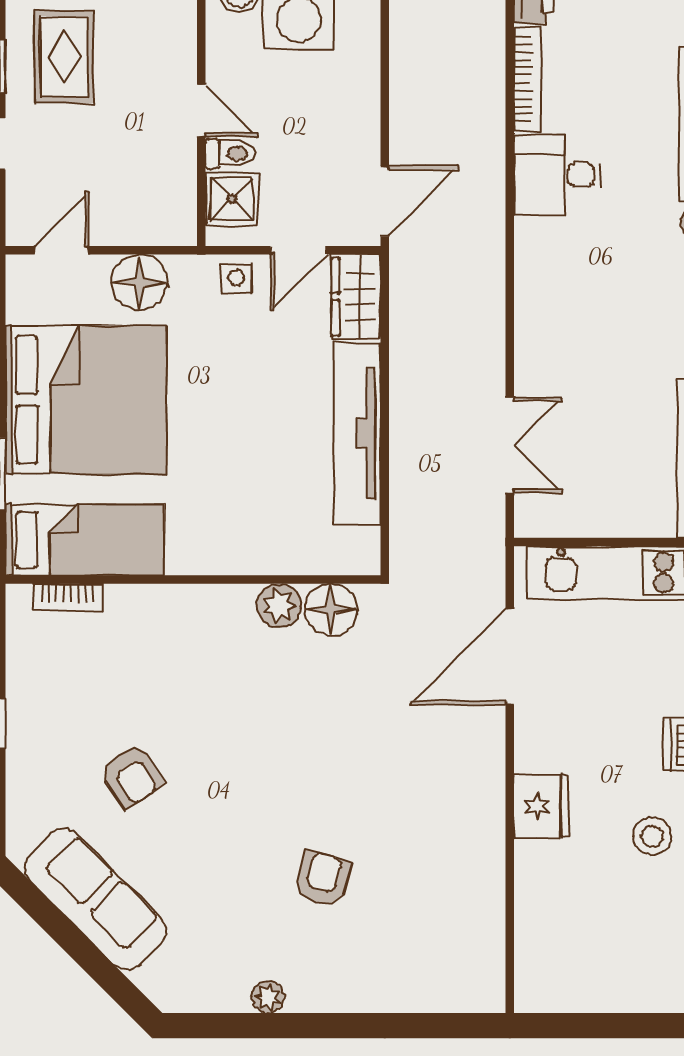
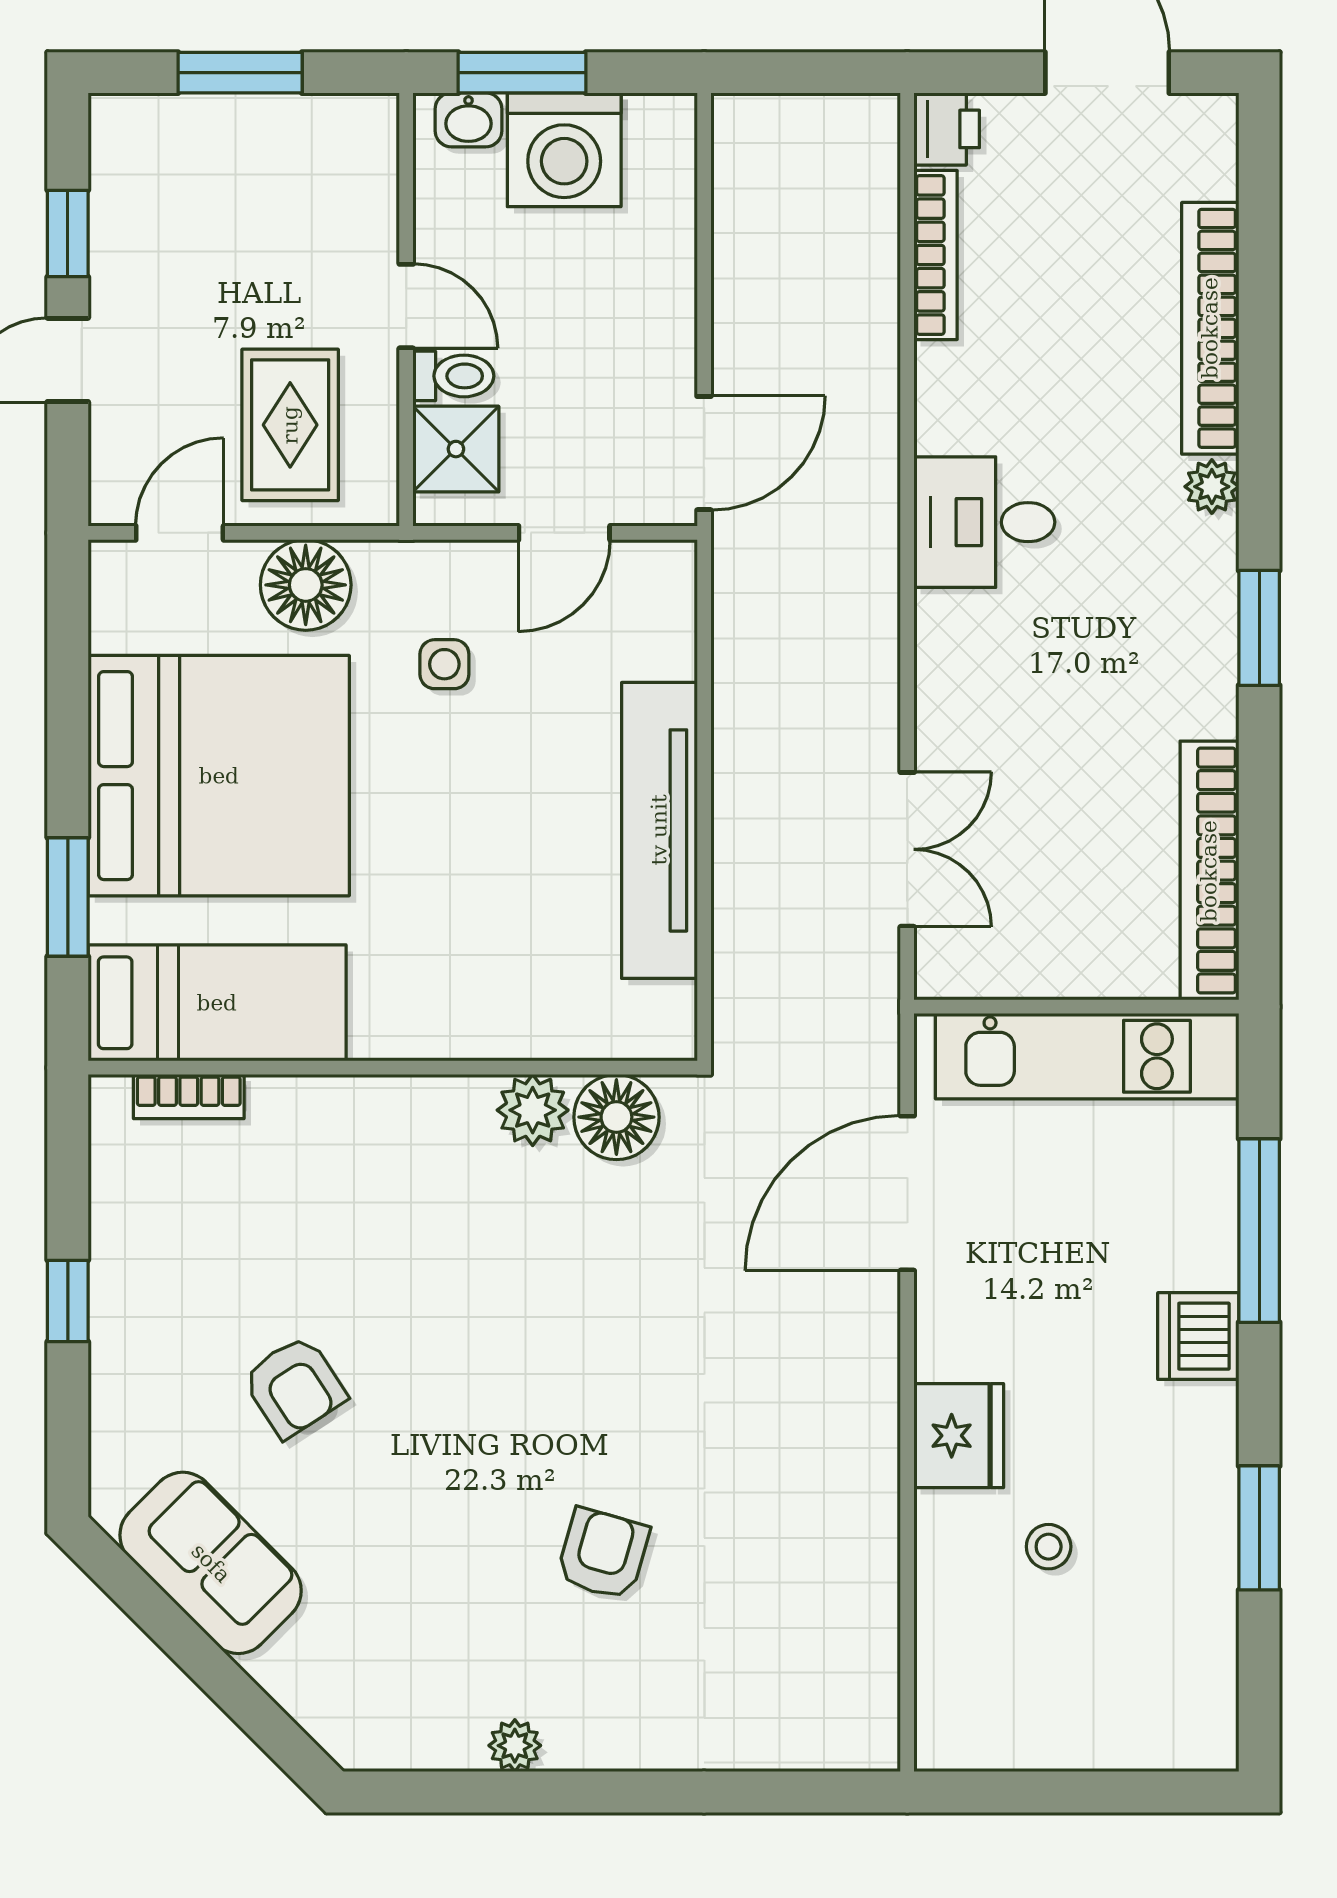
rug: (64, 57) -> (290, 425), moved
desk: (557, 175) -> (984, 522), moved
side table: (236, 278) -> (444, 664), moved
wardrobe: (356, 297) -> (657, 608), removed
stool: (652, 836) -> (1049, 1547), moved, width x0.73, depth x0.73
sofa: (95, 899) -> (211, 1563), width x0.73

